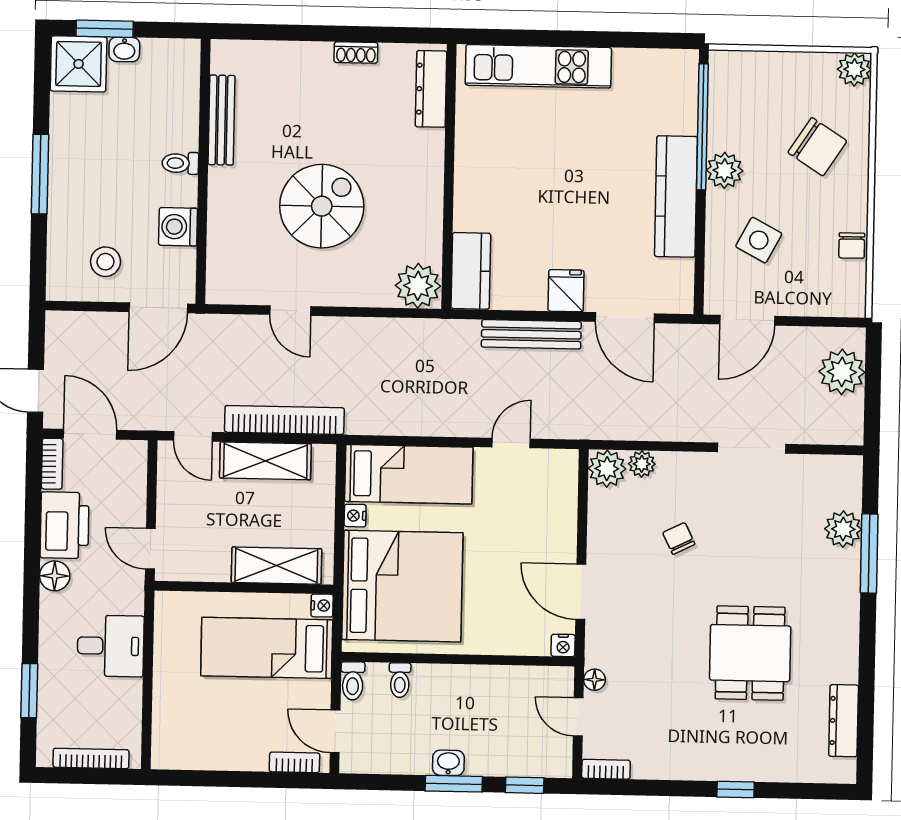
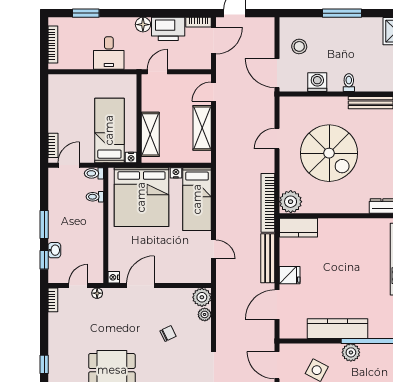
spiral stairs: (322, 206) -> (329, 153), width x1.37, depth x1.37
bookcase: (284, 420) -> (268, 203), moved, turned 180
washbasin: (448, 763) -> (54, 250), moved

